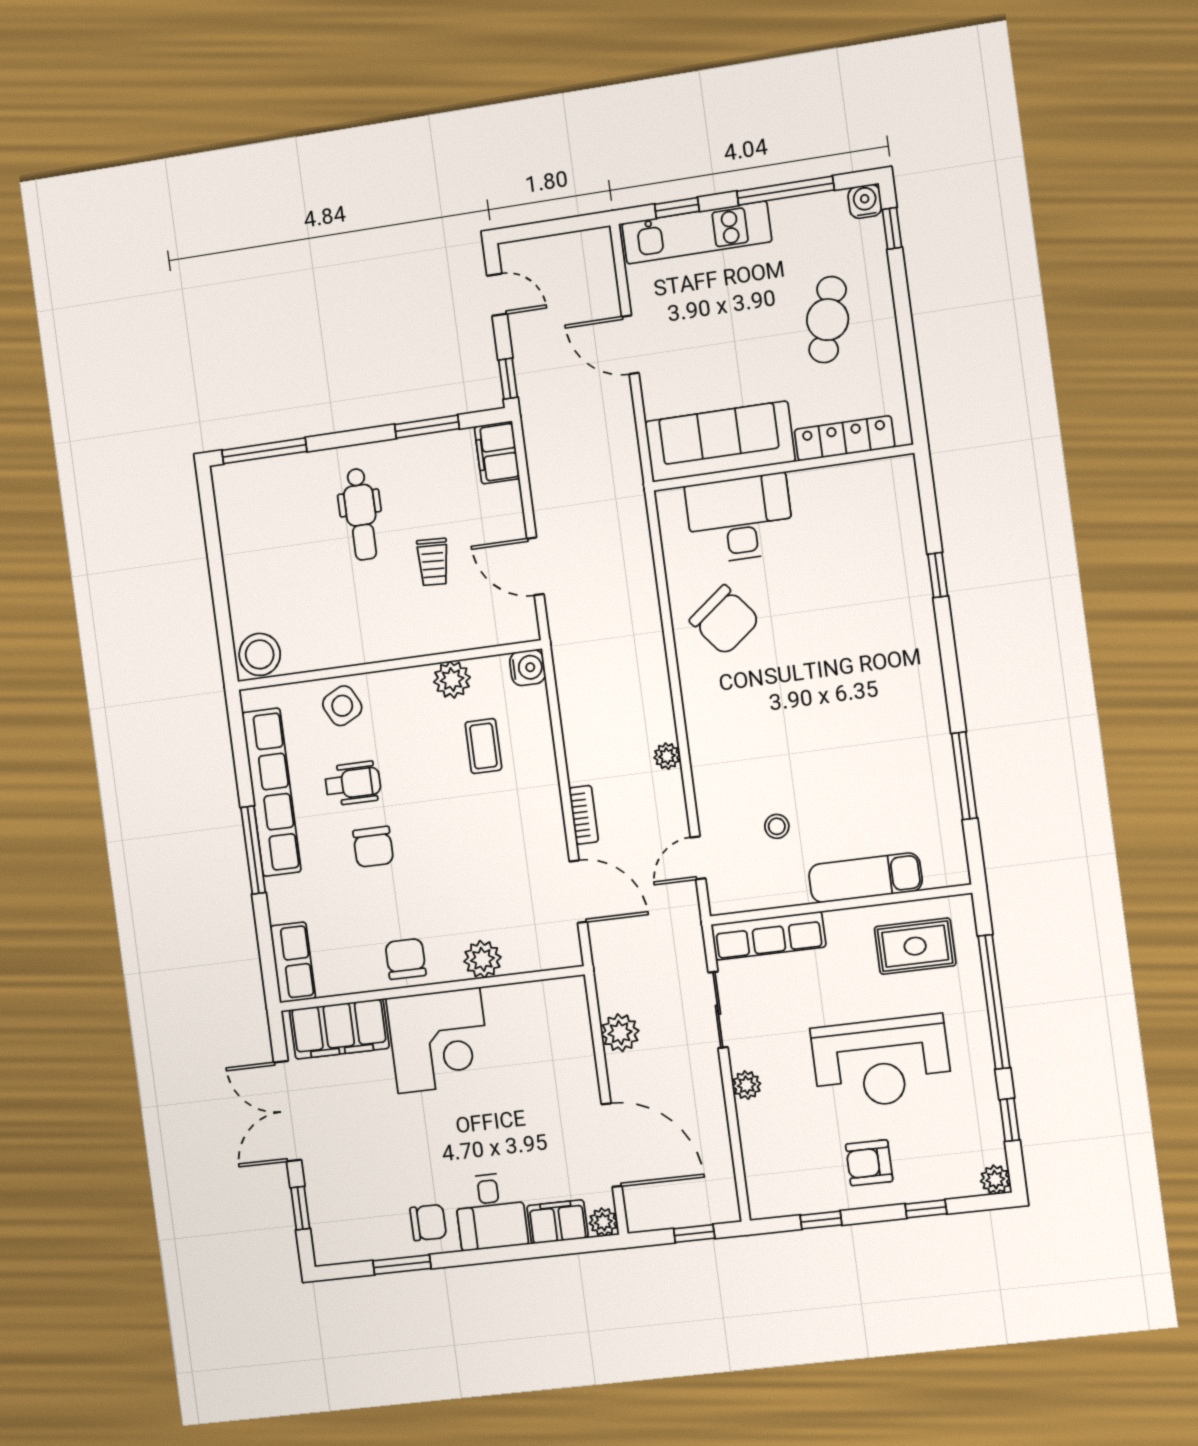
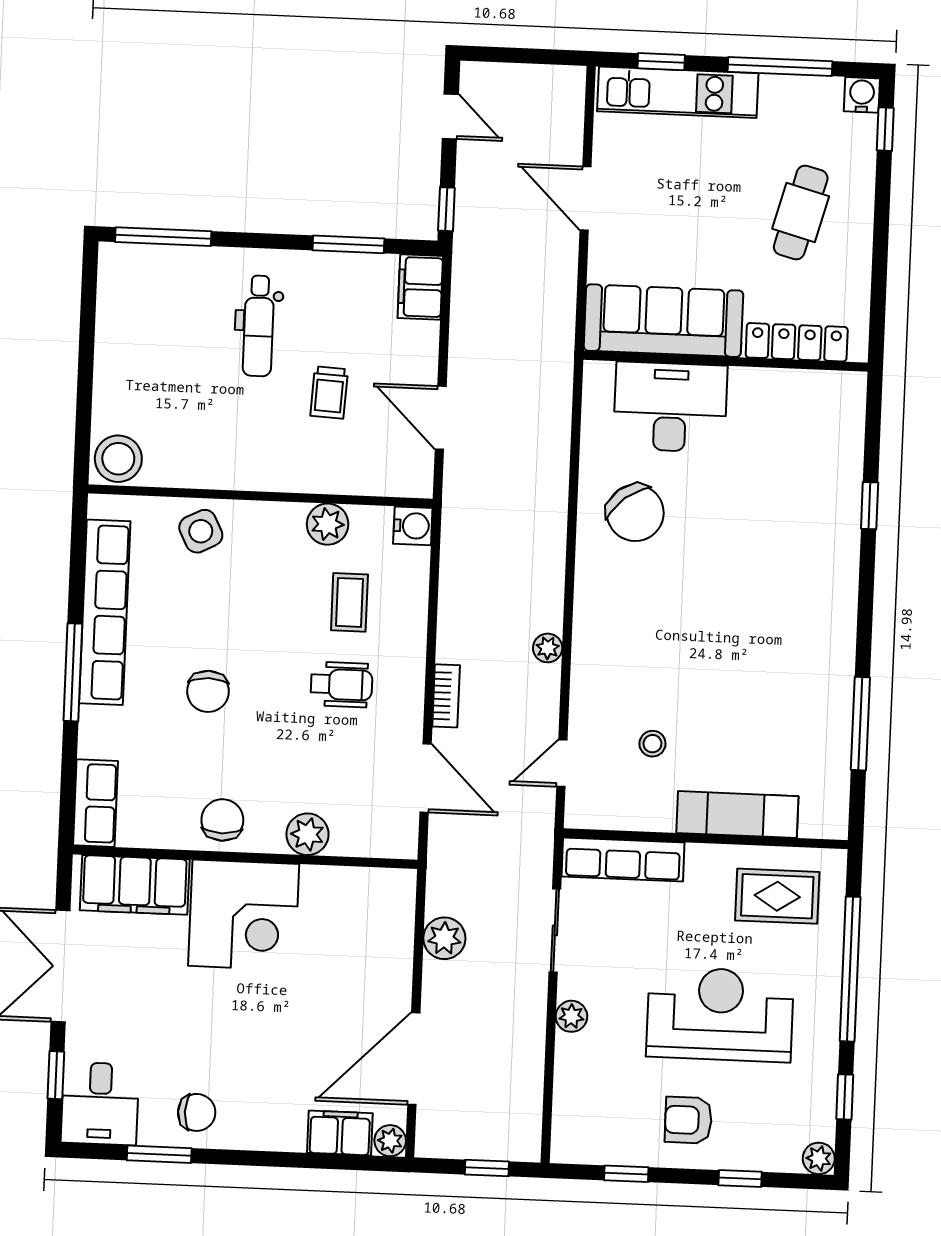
wheelchair: (353, 783) -> (341, 685), moved
reception desk: (881, 1062) -> (720, 1014), turned 180
door: (612, 1145) -> (414, 1059), swing flipped
desk: (491, 1211) -> (100, 1104), moved

